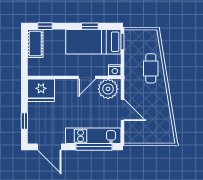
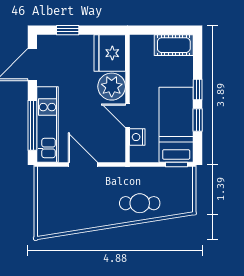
window: (45, 26) -> (198, 89), moved
nightstand: (115, 70) -> (137, 137), moved
plant: (108, 89) -> (112, 87), moved
door: (123, 110) -> (83, 165), swing flipped

